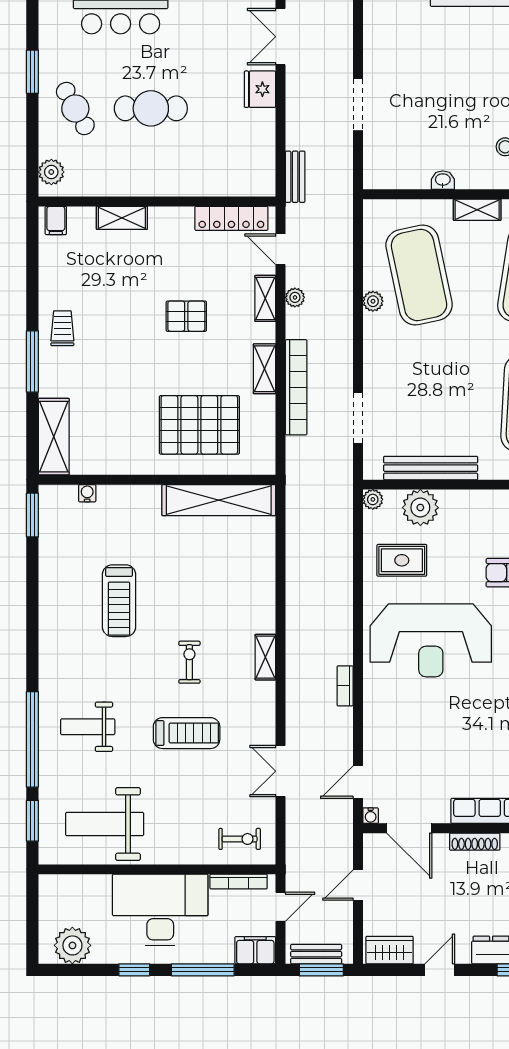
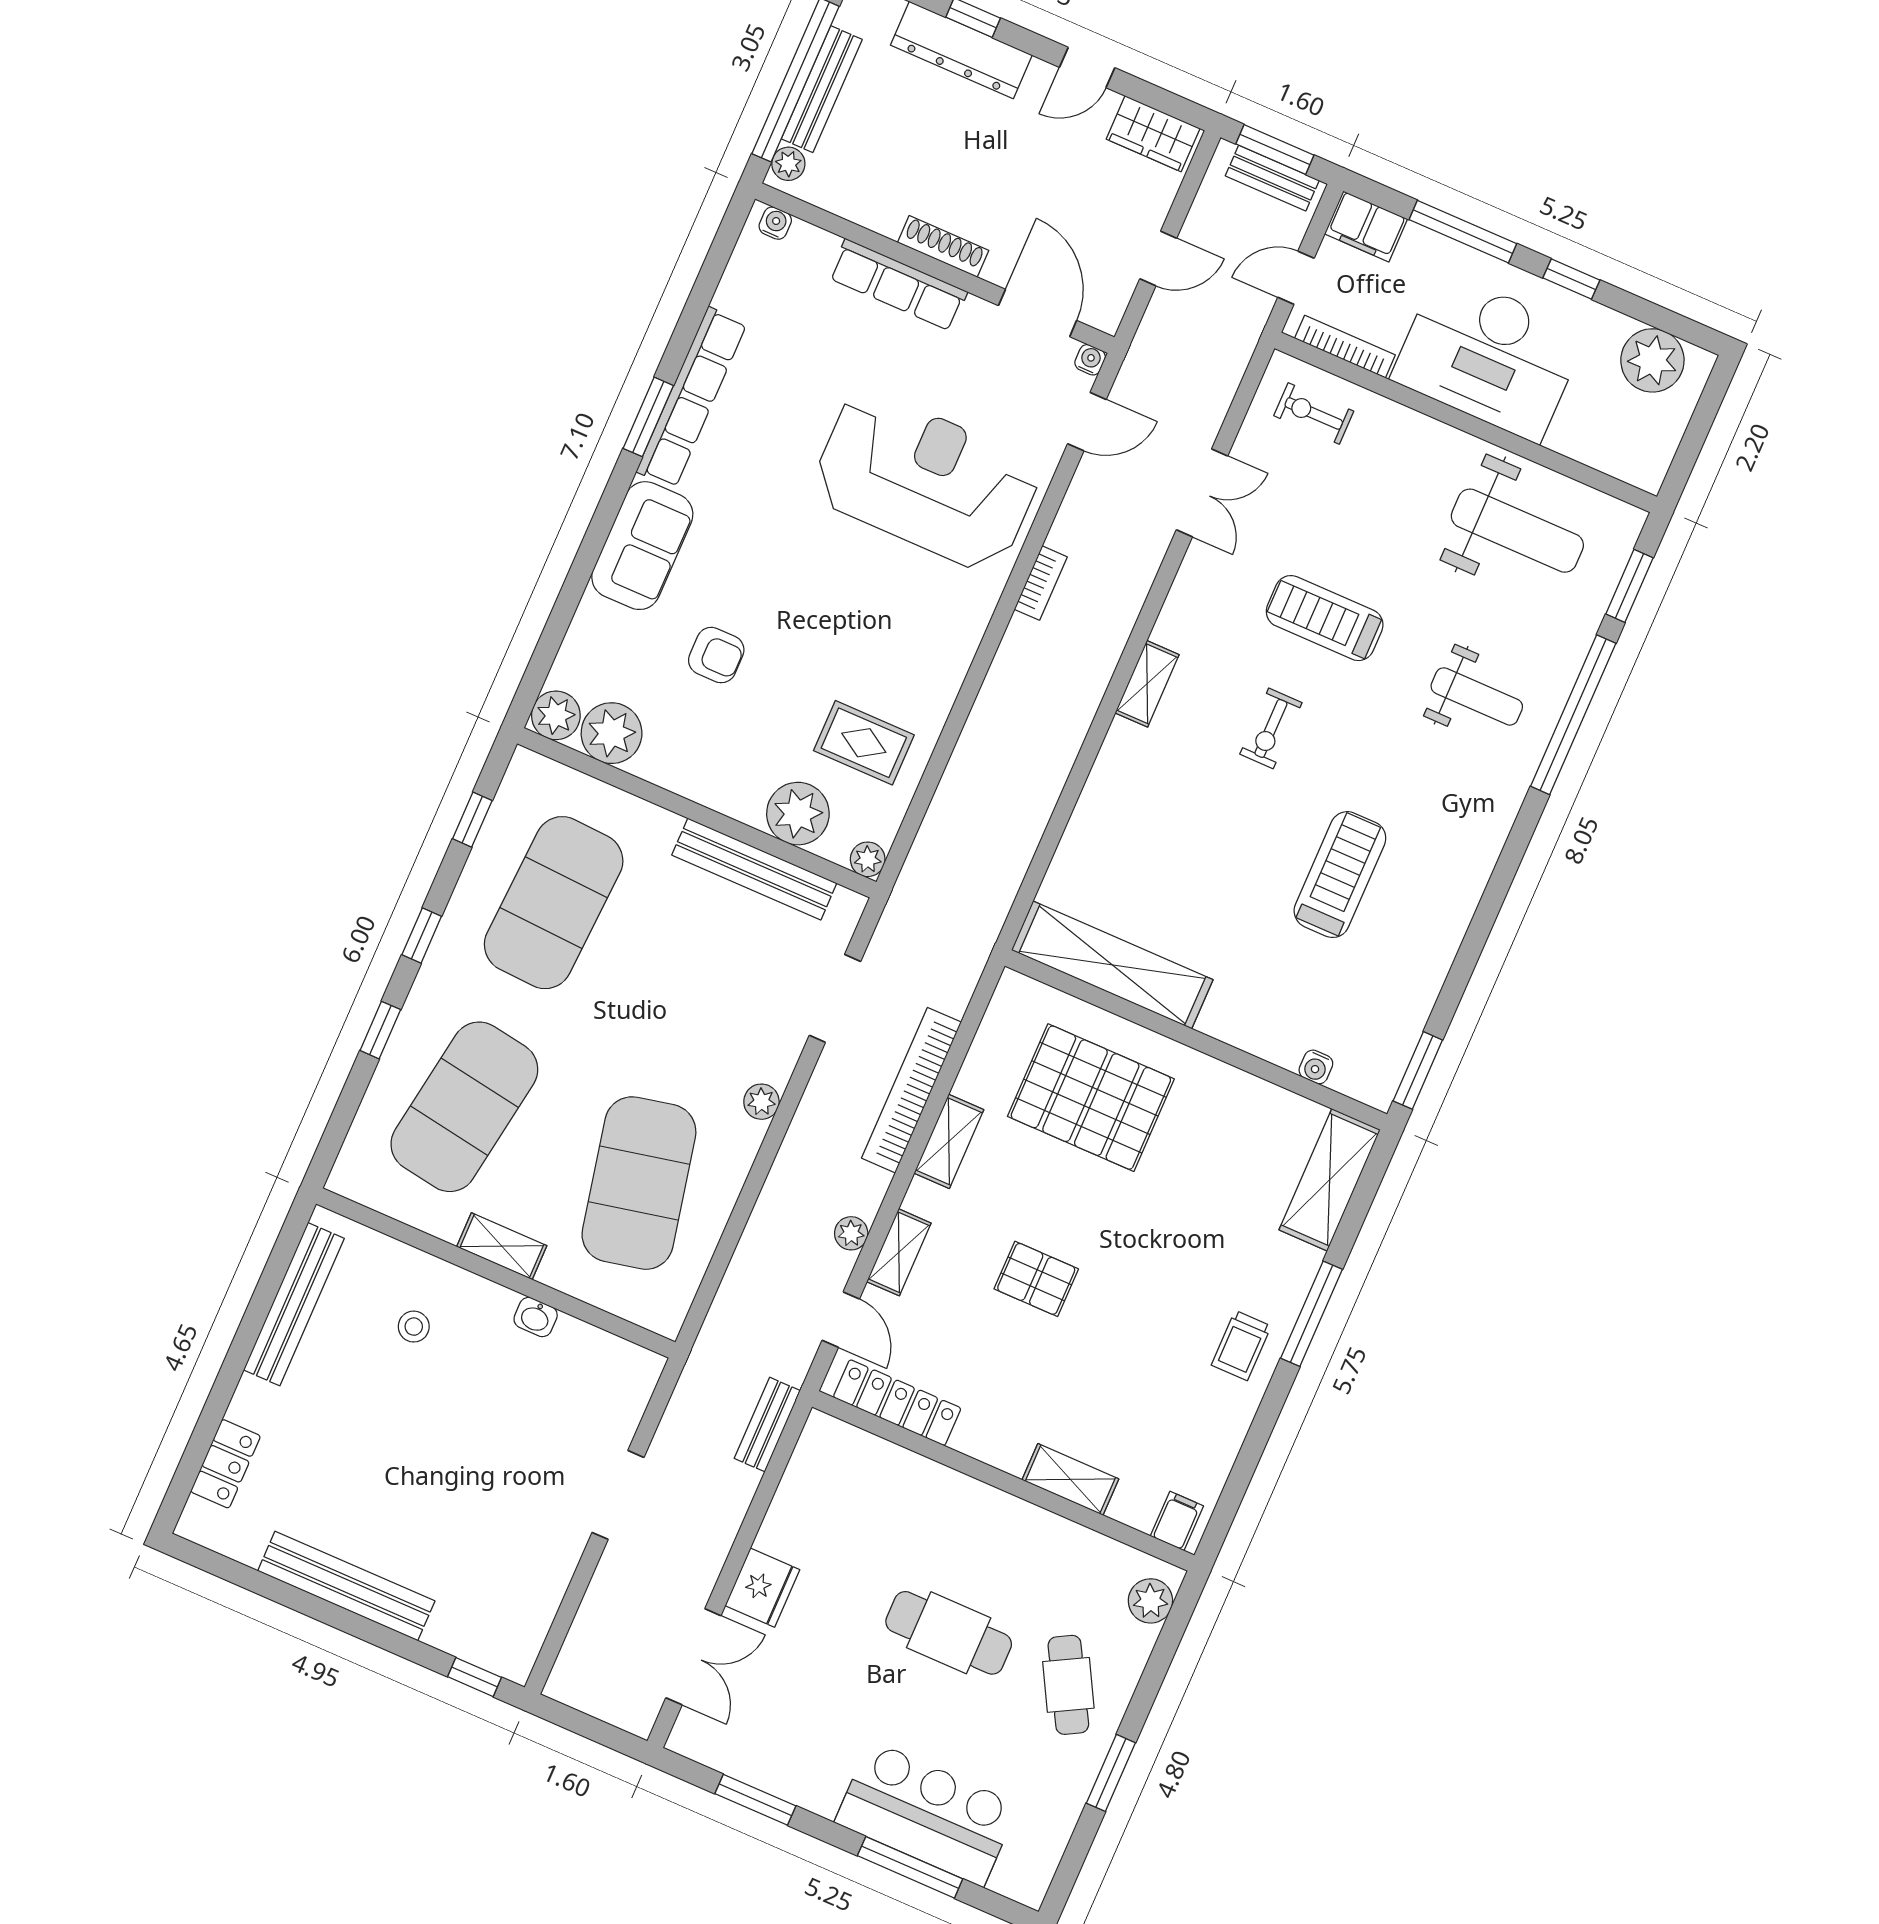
plant: (373, 301) -> (761, 1102), moved
reception desk: (431, 640) -> (926, 480), moved

